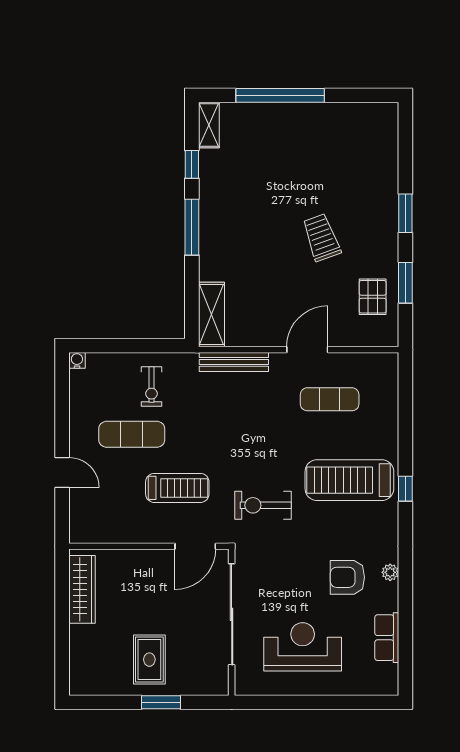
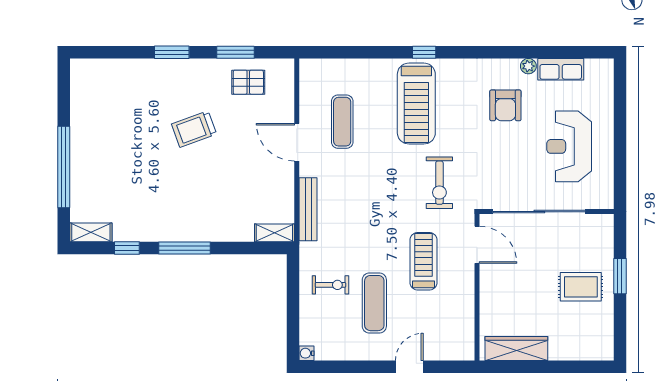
shelving: (211, 314) -> (274, 233), width x0.67, depth x0.75
plant: (390, 572) -> (528, 66), moved

